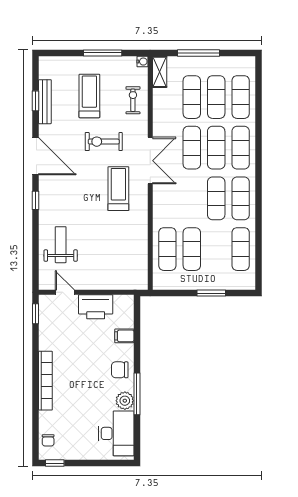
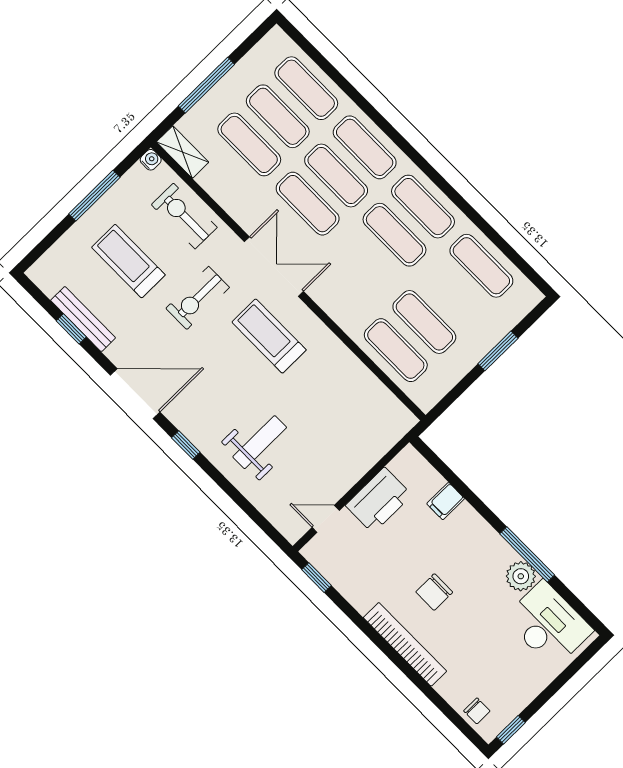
exercise bike: (133, 100) -> (184, 216), width x1.38, depth x1.39
weight bench: (61, 245) -> (260, 442), moved, turned 90
chair: (120, 370) -> (434, 592), moved

